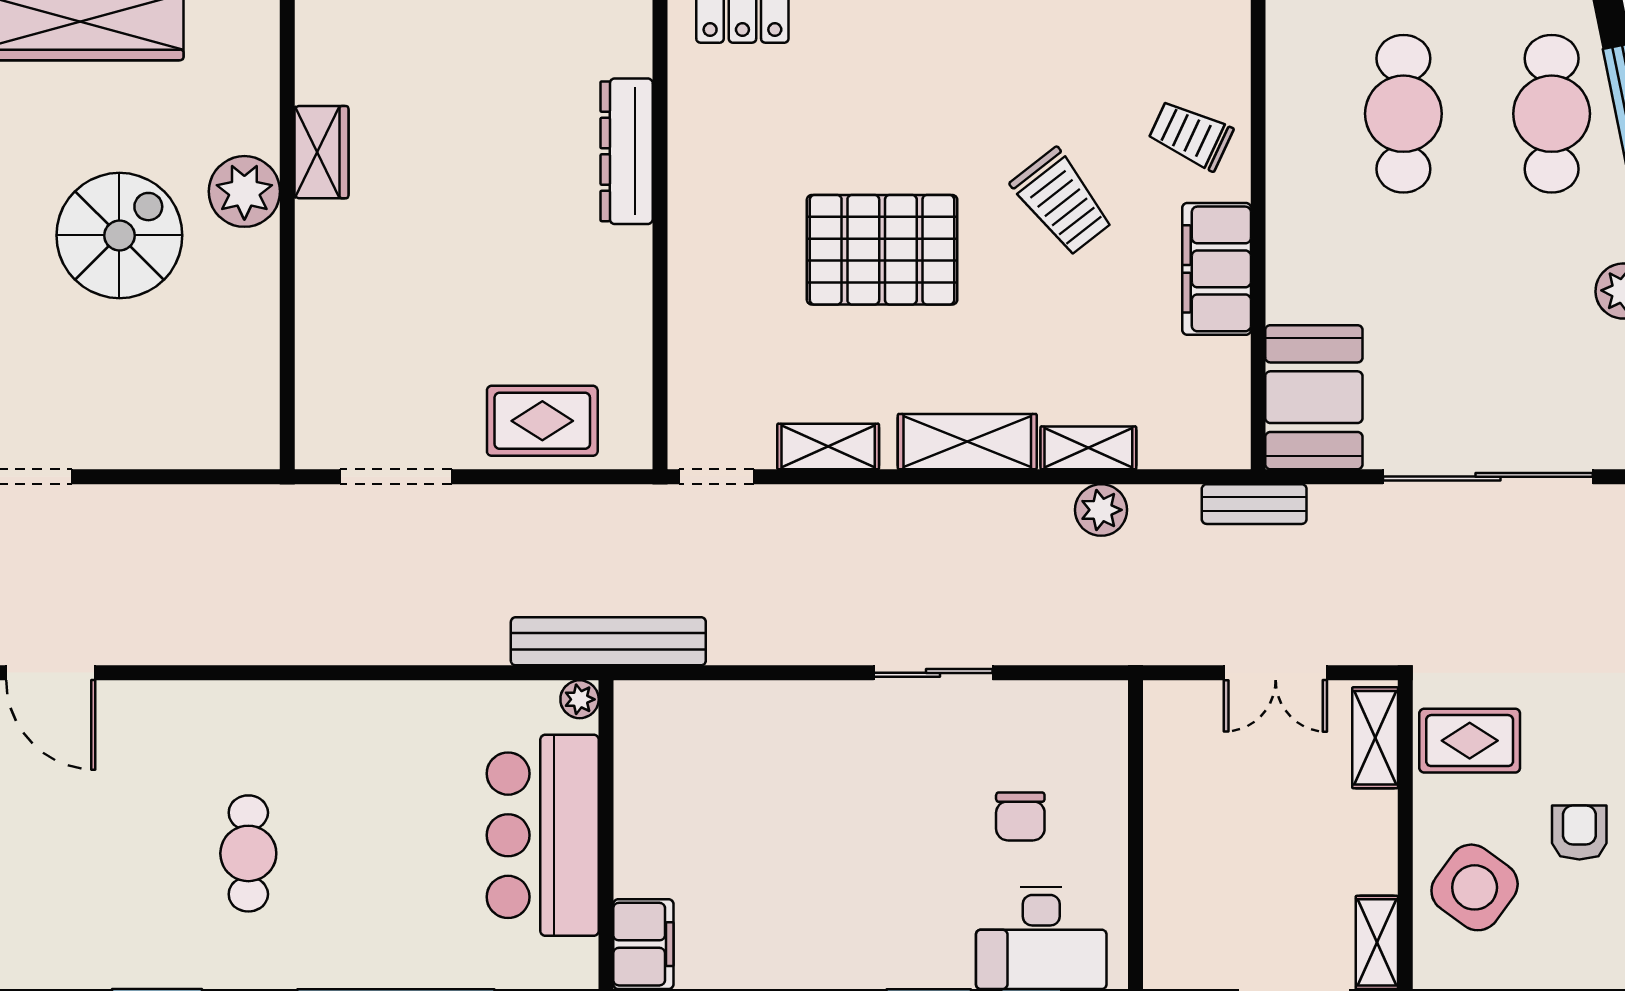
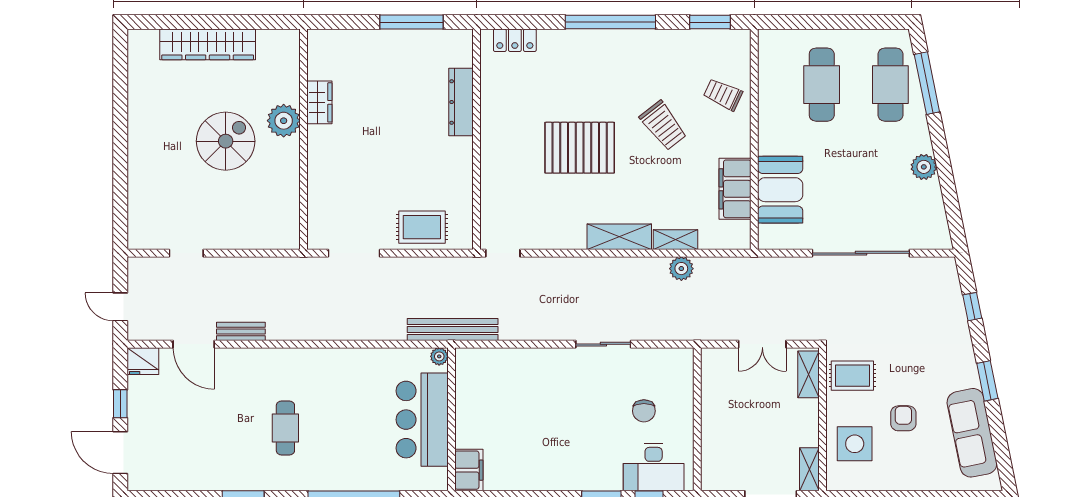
filing cabinet: (1217, 269) -> (735, 189), moved
booth: (1314, 397) -> (780, 190), moved
shelving: (828, 447) -> (555, 239), removed
bench: (1254, 504) -> (241, 331), moved
side table: (1475, 887) -> (855, 444), turned -36

